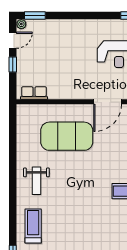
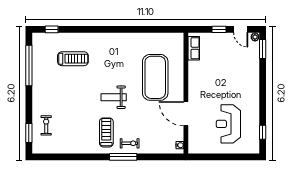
weight bench: (36, 181) -> (114, 97), moved
treadmill: (33, 226) -> (73, 59), moved

